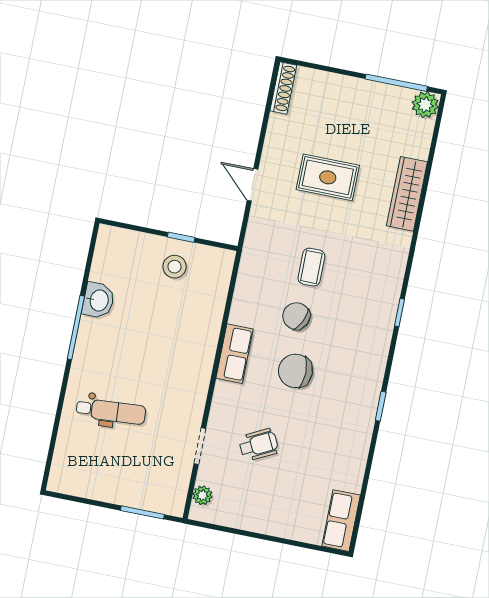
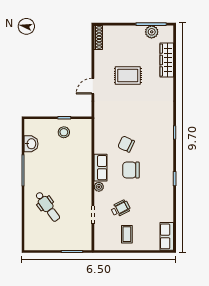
plant: (425, 105) -> (152, 32), moved
door: (252, 185) -> (93, 86), hinge flipped
wardrobe: (407, 194) -> (167, 60), moved
coffee table: (311, 267) -> (127, 234), moved
washbasin: (98, 300) -> (31, 144), moved
dental chair: (111, 411) -> (48, 207), turned 58
plant: (202, 495) -> (99, 187), moved

